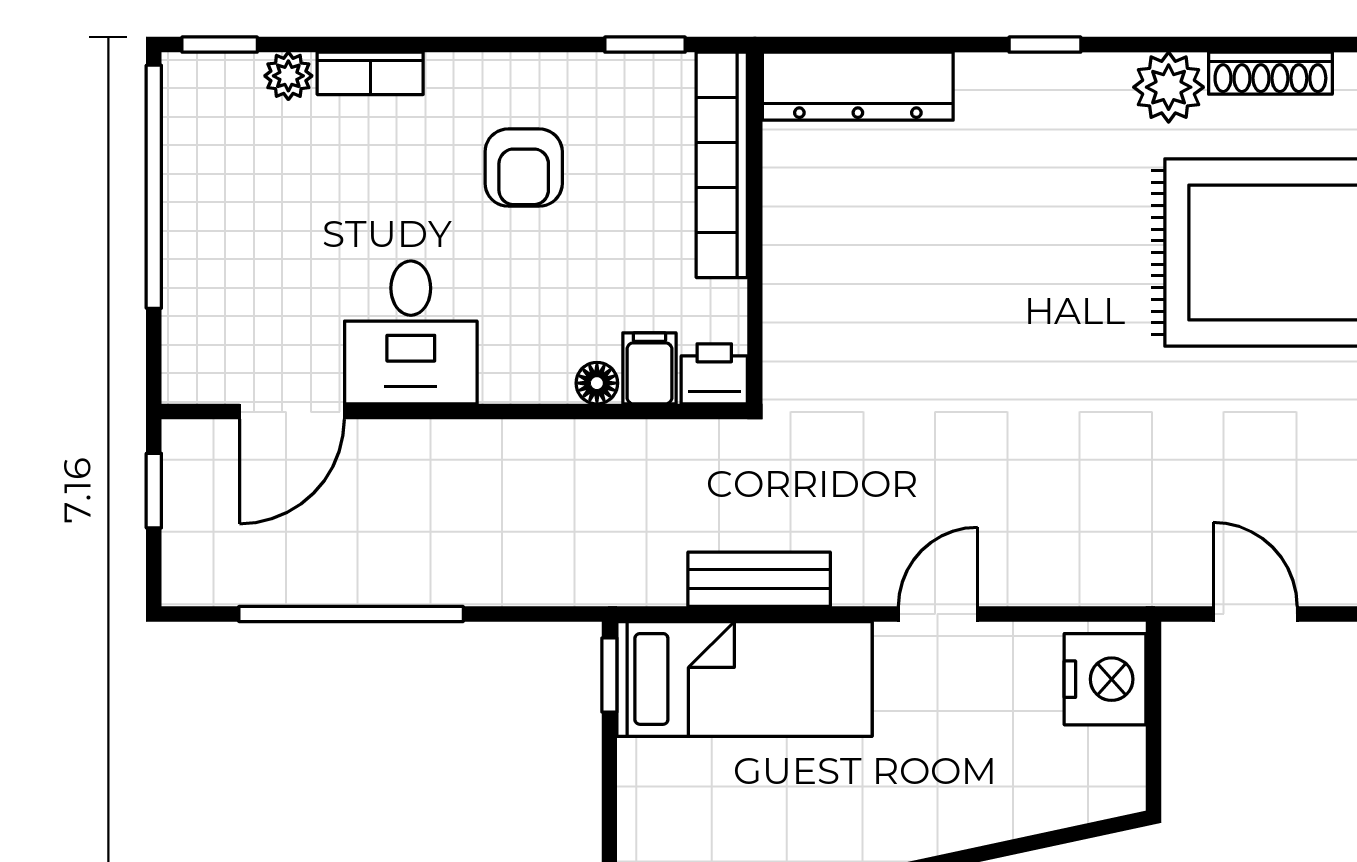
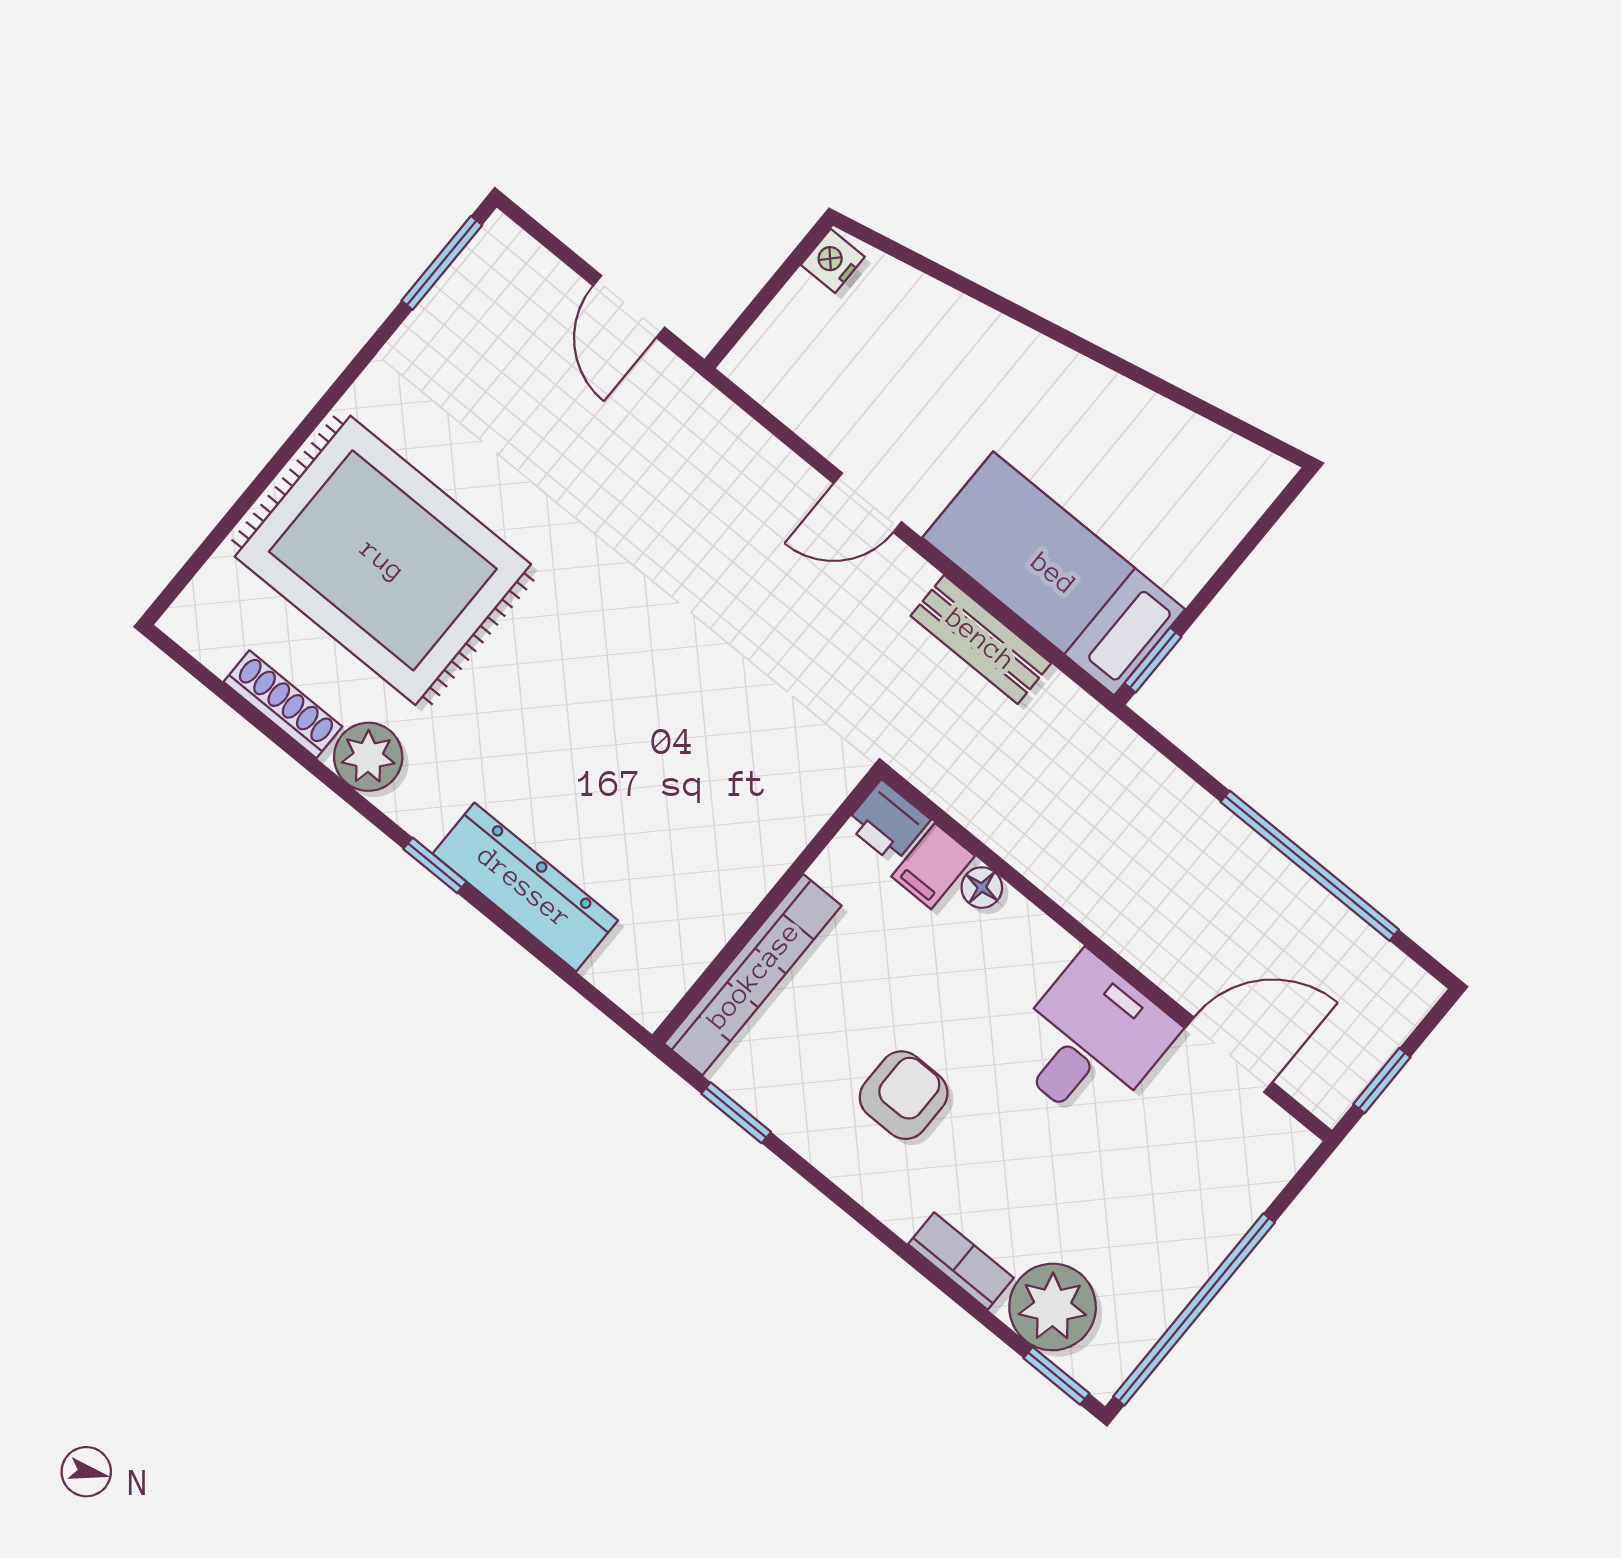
plant: (288, 76) -> (1053, 1307), width x1.87, depth x1.87
dresser: (858, 86) -> (525, 887), moved
nightstand: (1105, 679) -> (833, 261), moved, width x0.53, depth x0.56

